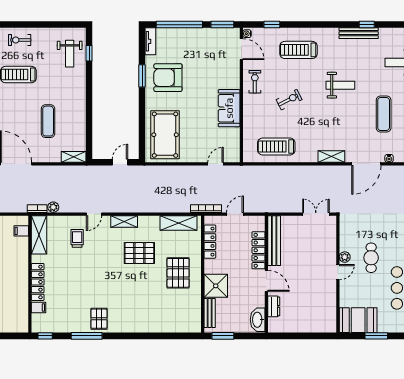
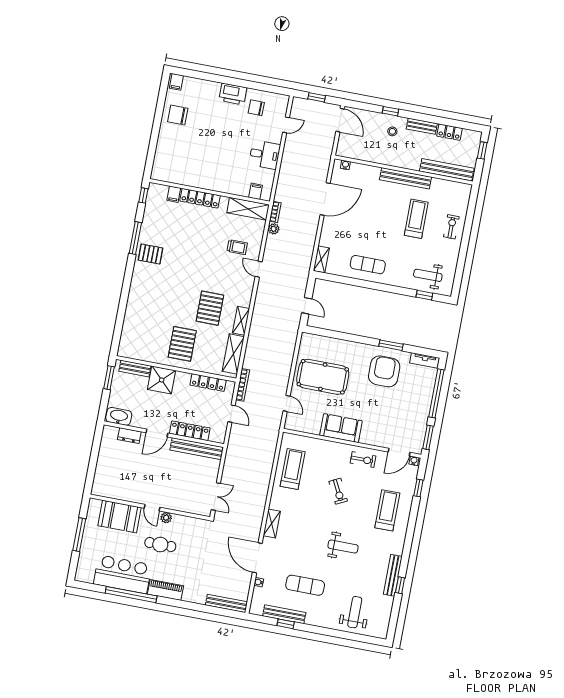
weight bench: (340, 85) -> (343, 547), turned -90
exercise mat: (48, 121) -> (368, 265), moved
pool table: (165, 135) -> (323, 377), moved
shelving: (124, 221) -> (241, 321), moved
pallet: (178, 273) -> (182, 344), turned 90
booth: (358, 320) -> (119, 517), moved, turned 90
window: (376, 336) -> (79, 535), width x1.44

